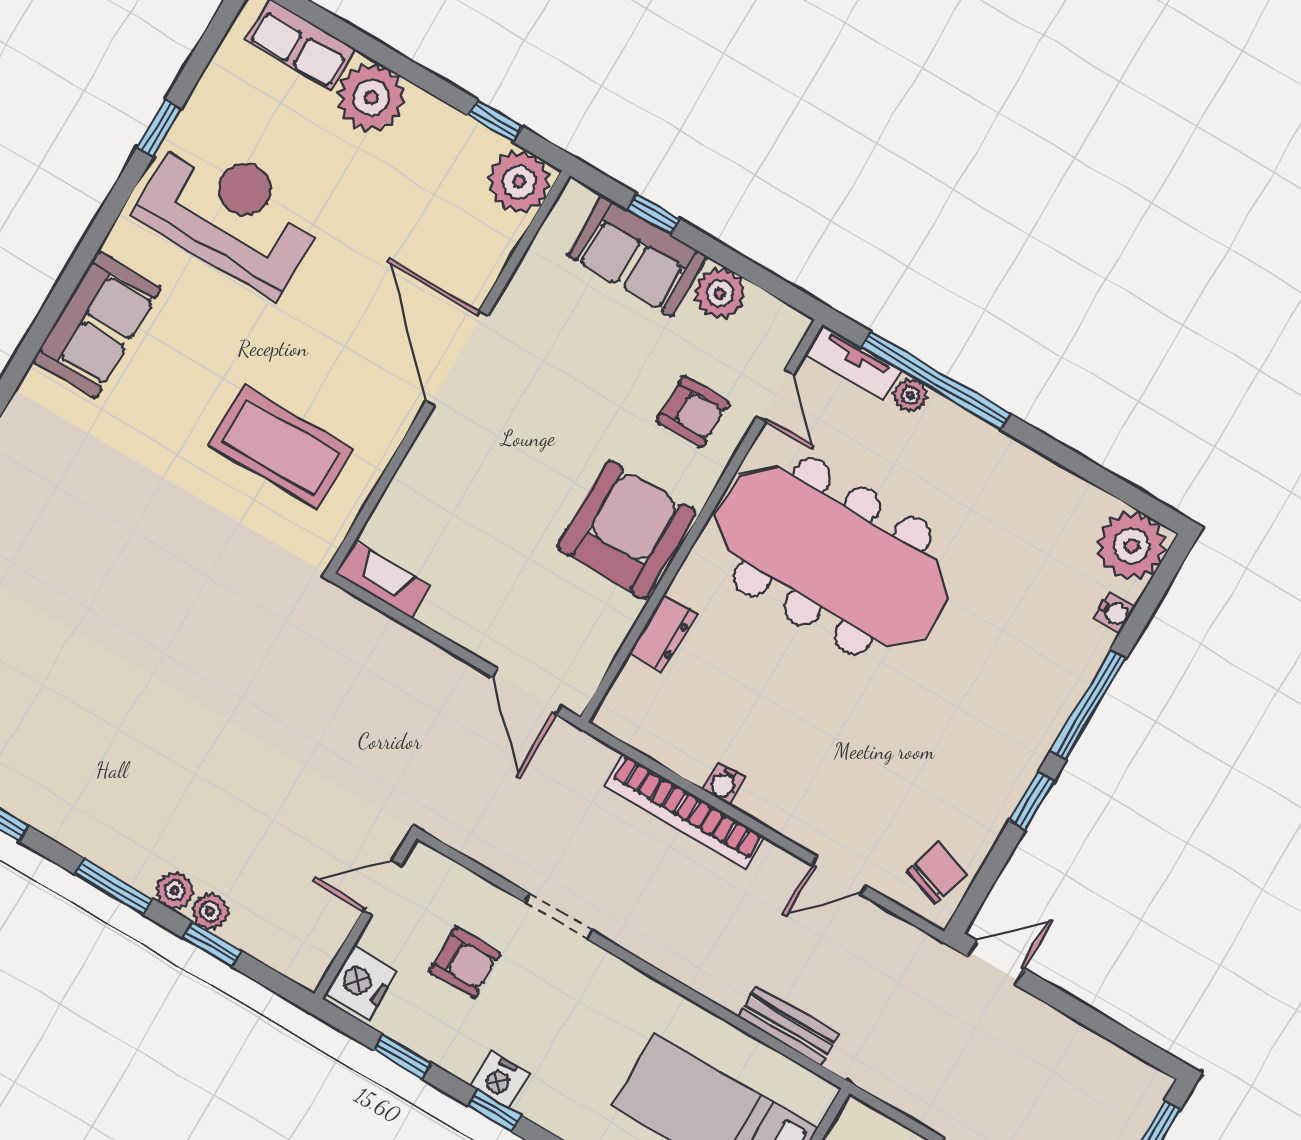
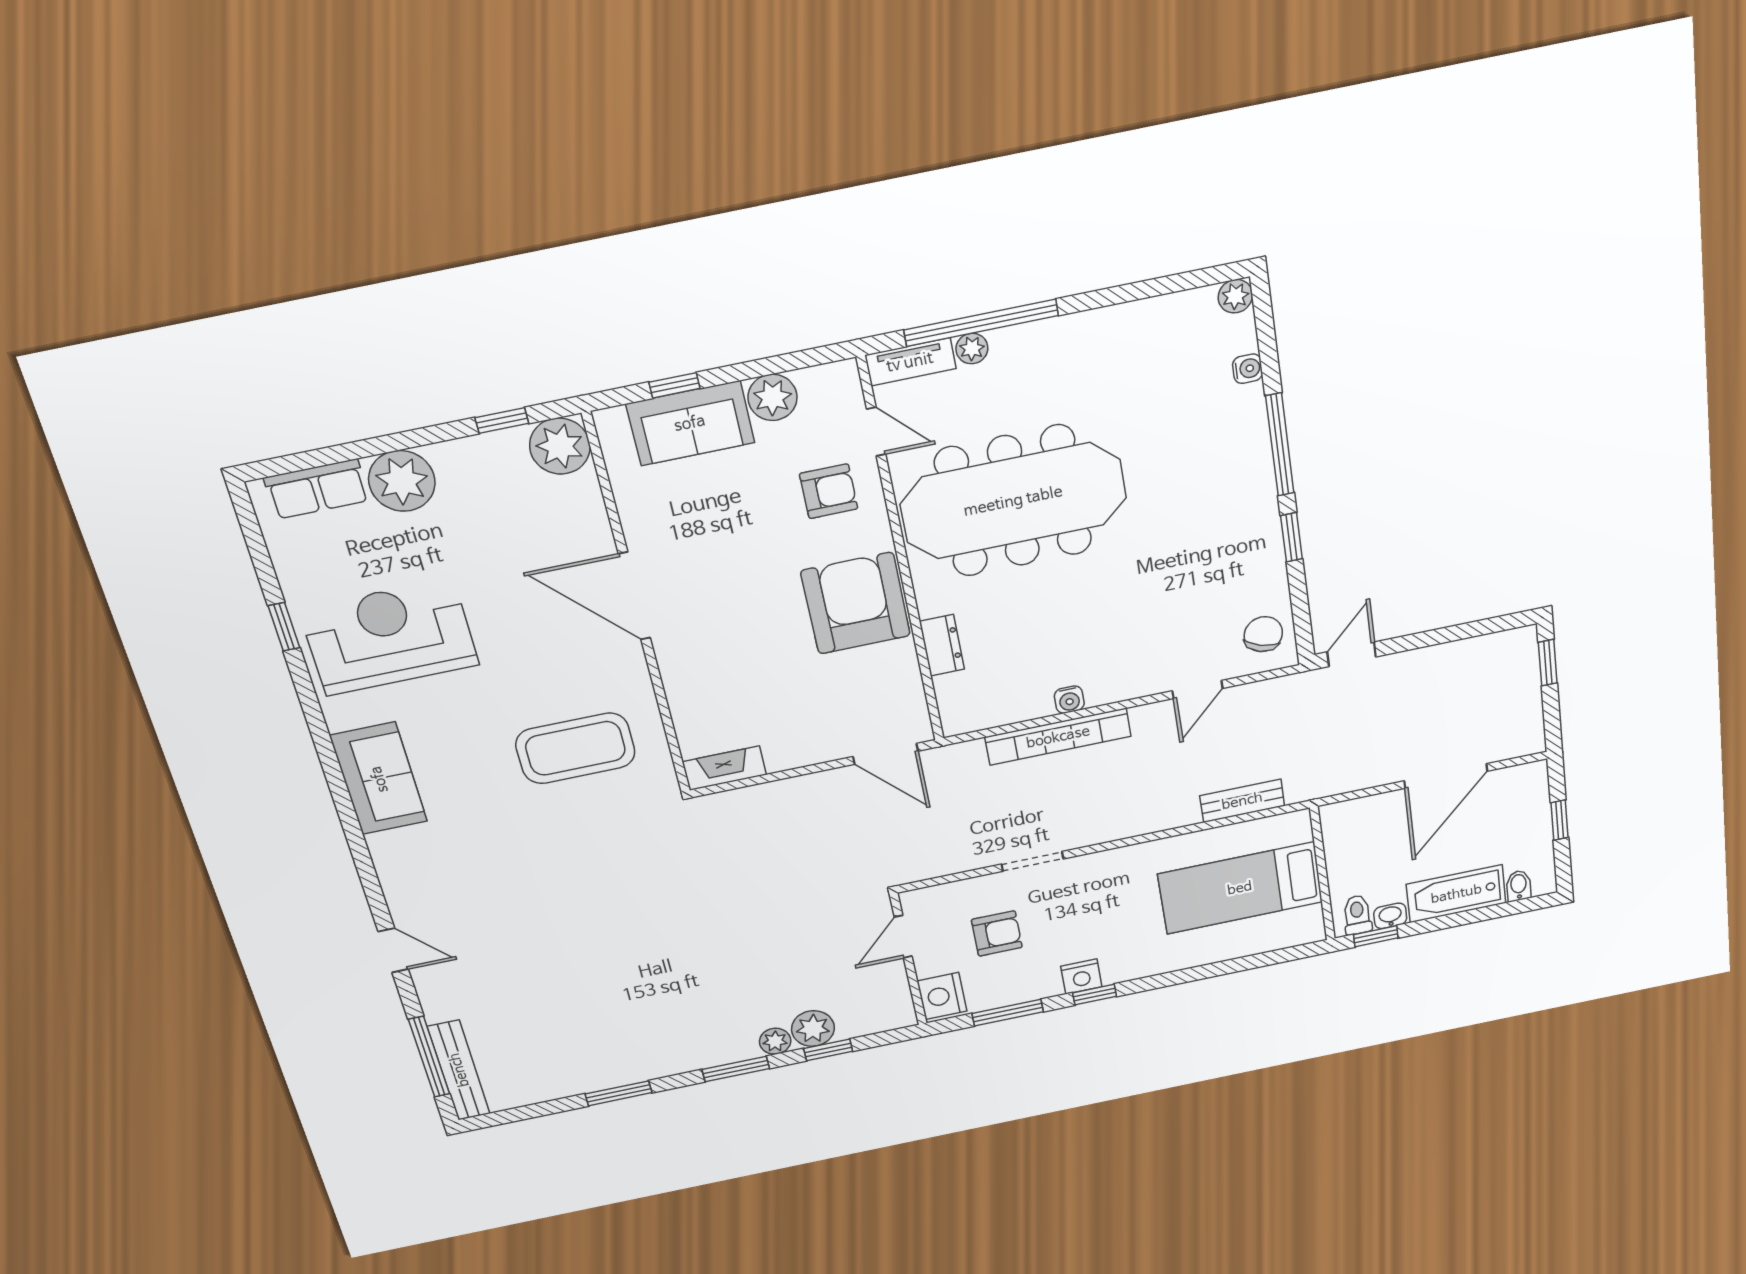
plant: (1132, 546) -> (1235, 296), width x0.53, depth x0.53
plant: (210, 911) -> (813, 1028), width x1.38, depth x1.38
window: (402, 1056) -> (1008, 1013), width x1.50

